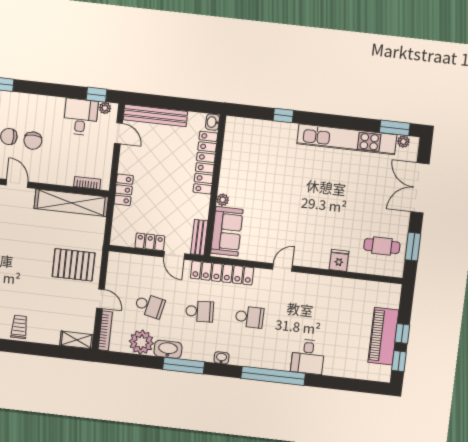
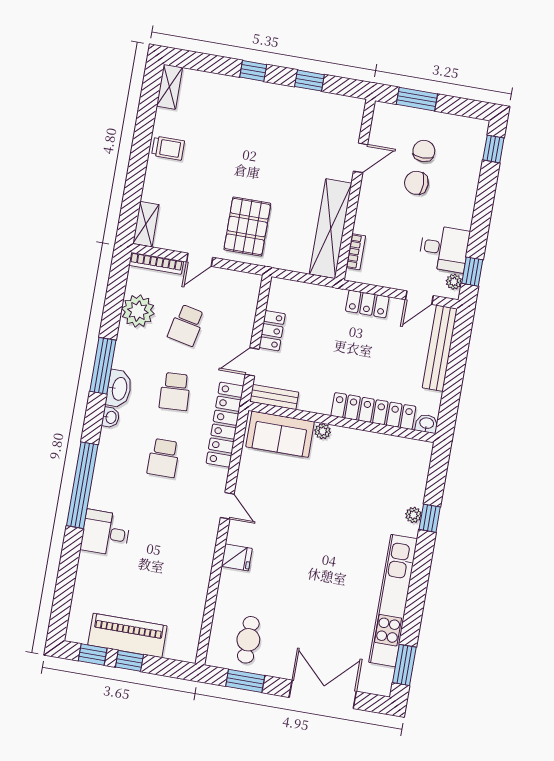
plant: (403, 142) -> (413, 515), moved
locker: (124, 190) -> (367, 304), moved
fridge: (339, 260) -> (237, 557), moved
washbasin: (168, 349) -> (119, 389), moved

